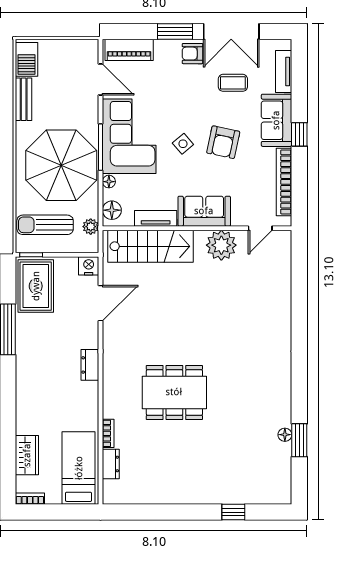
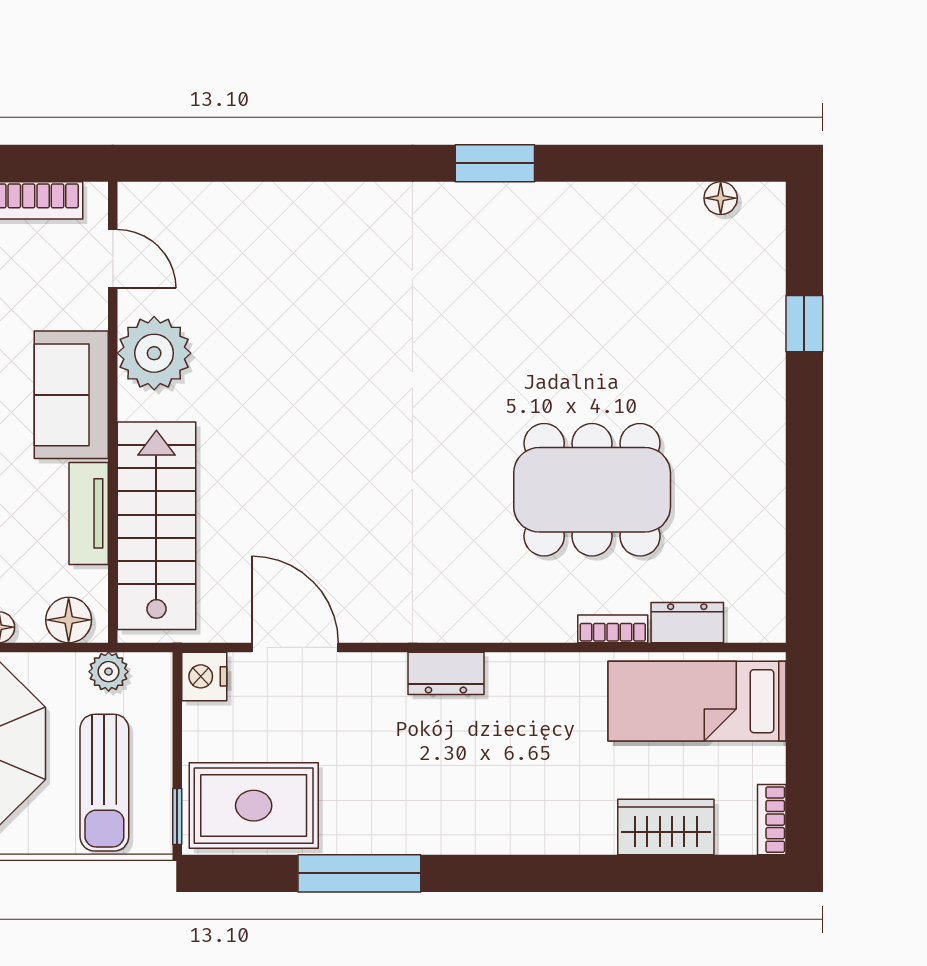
dining table: (174, 392) -> (592, 490), moved, turned 90
floor lamp: (285, 435) -> (721, 198), moved
window: (299, 440) -> (495, 163), moved

